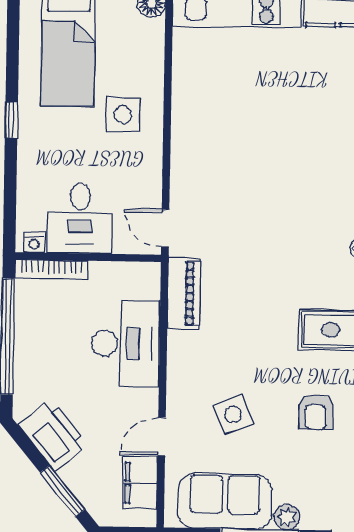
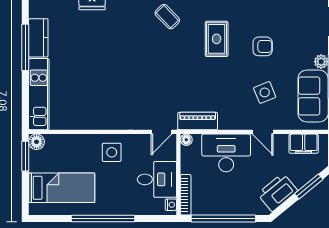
side table: (123, 114) -> (112, 152), moved
window: (11, 120) -> (103, 219), width x3.17
floor lamp: (150, 272) -> (186, 140), added
door: (162, 436) -> (263, 132), moved

